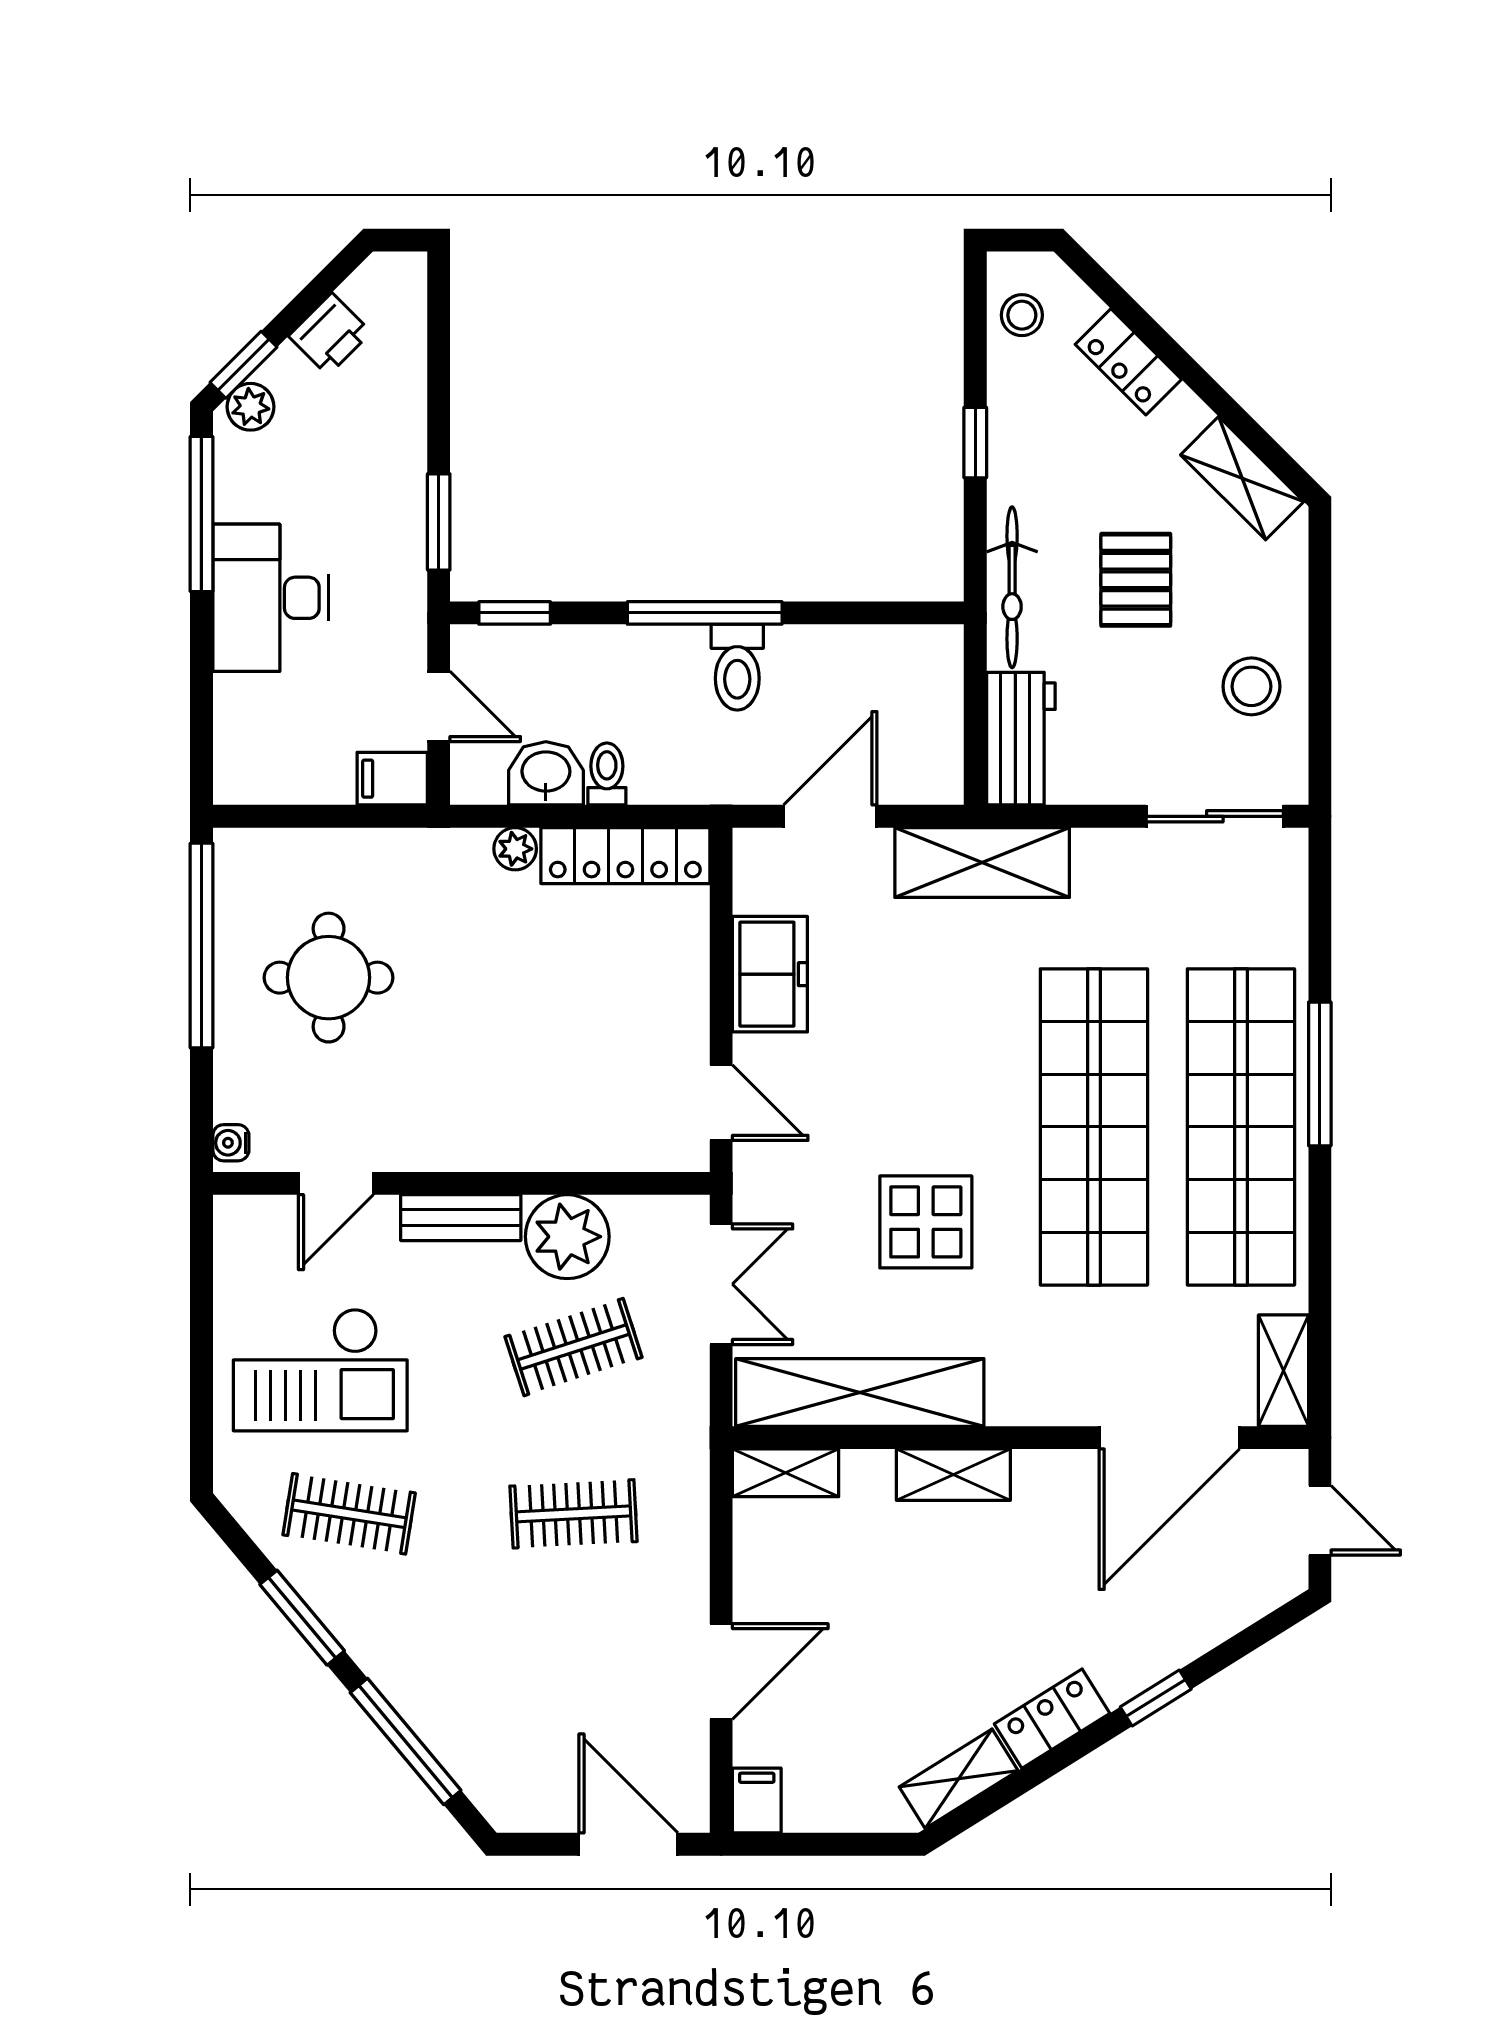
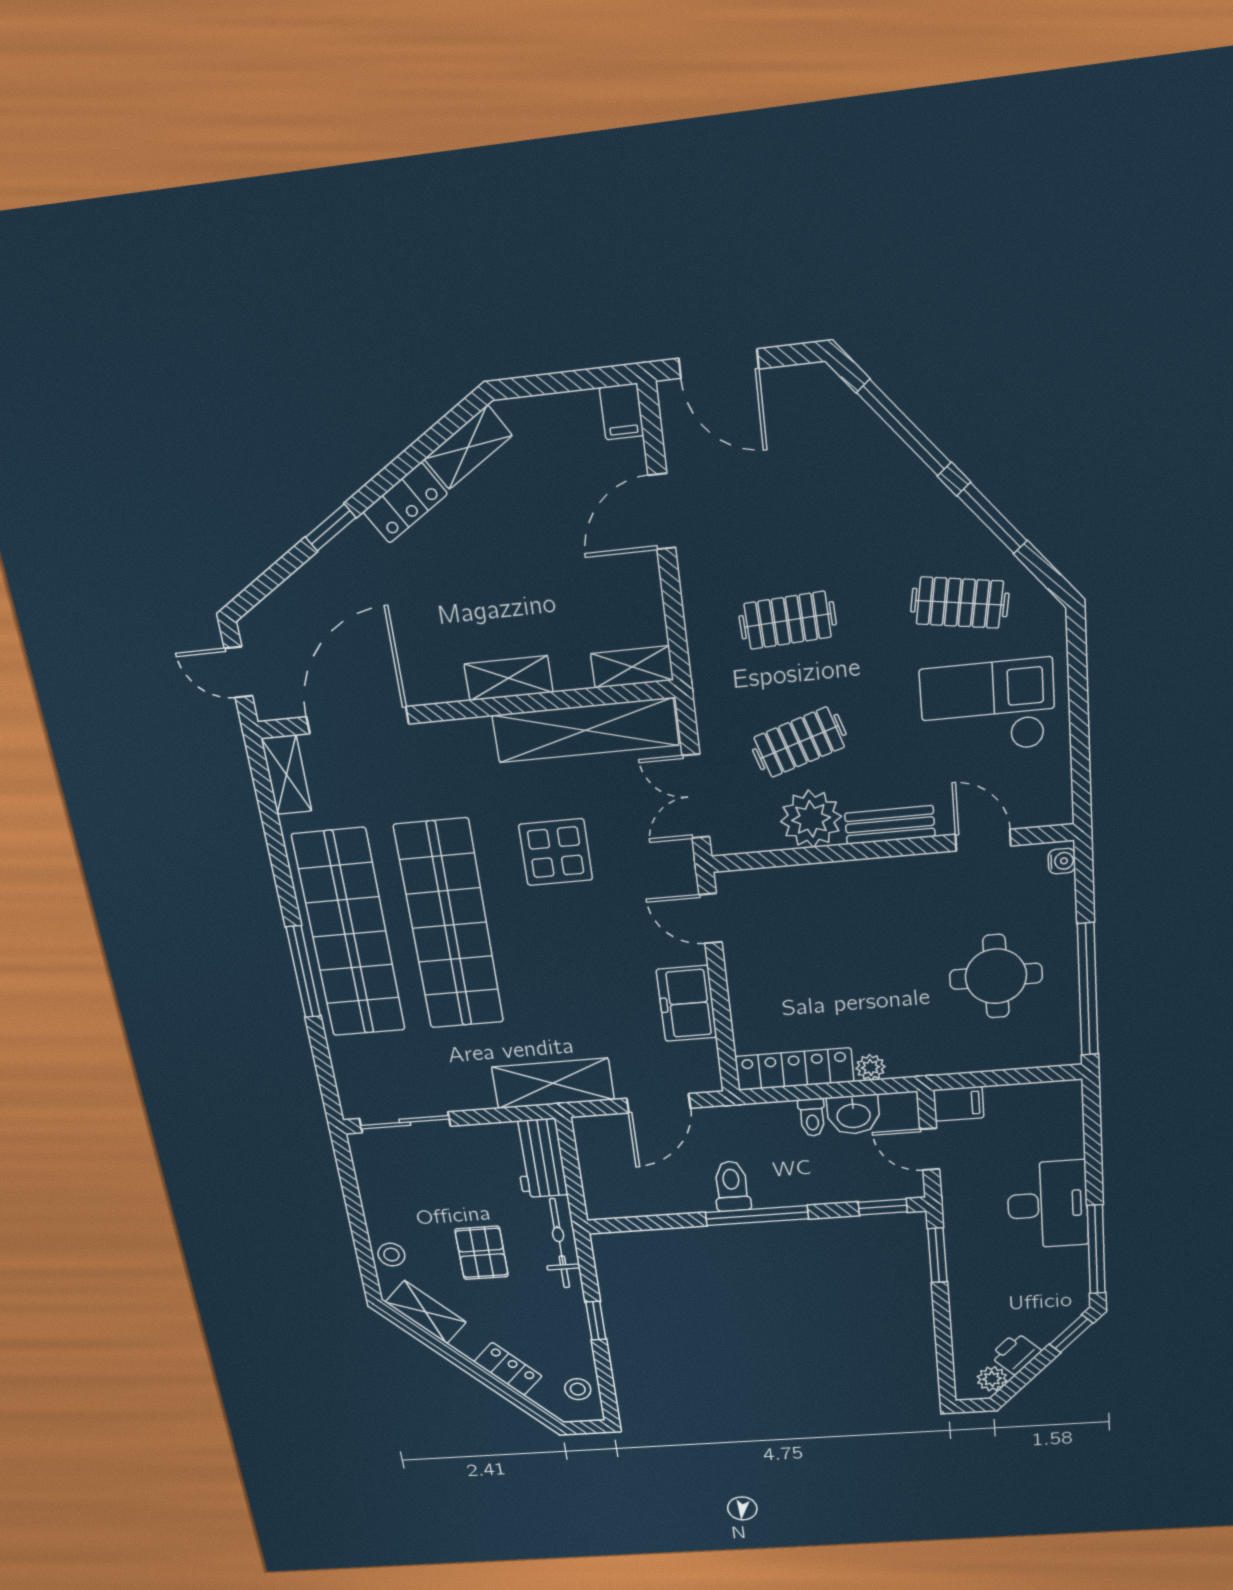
plant: (250, 407) -> (992, 1379), moved
stool: (1251, 686) -> (391, 1255), moved, width x0.73, depth x0.73
door: (336, 1183) -> (983, 840), hinge flipped

